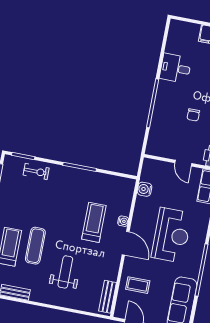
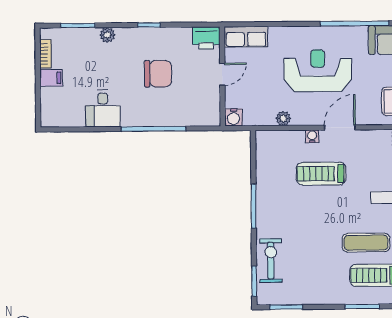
chair: (193, 115) -> (158, 74), width x1.87, depth x1.87
exercise bike: (36, 172) -> (271, 261), width x1.38, depth x1.39
water cooler: (145, 189) -> (234, 117), moved
plant: (141, 202) -> (283, 118), added

